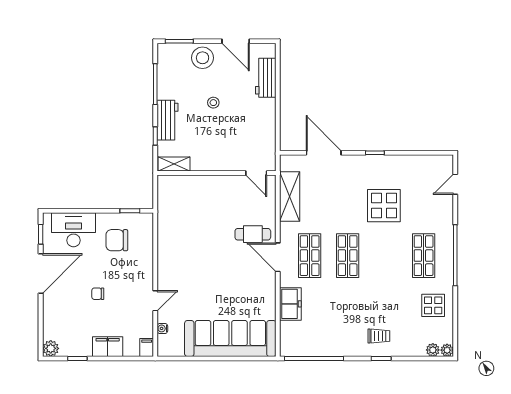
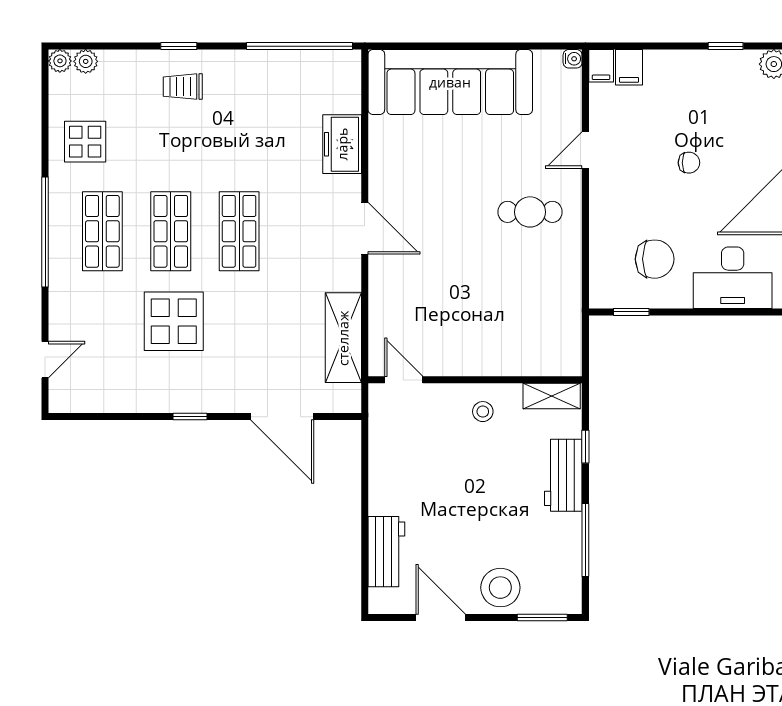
stool: (213, 103) -> (483, 412), moved
cafe table: (253, 234) -> (530, 212), moved
shop shelf: (310, 256) -> (171, 231), moved
water cooler: (162, 328) -> (573, 59), moved
filing cabinet: (108, 347) -> (629, 67), moved, width x0.50

